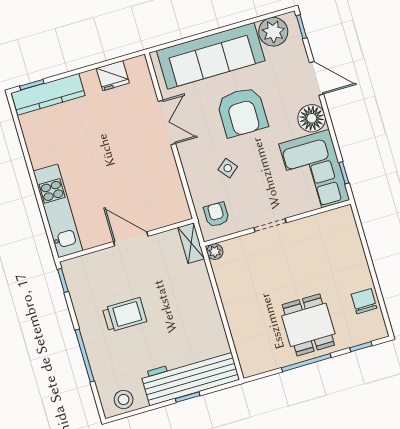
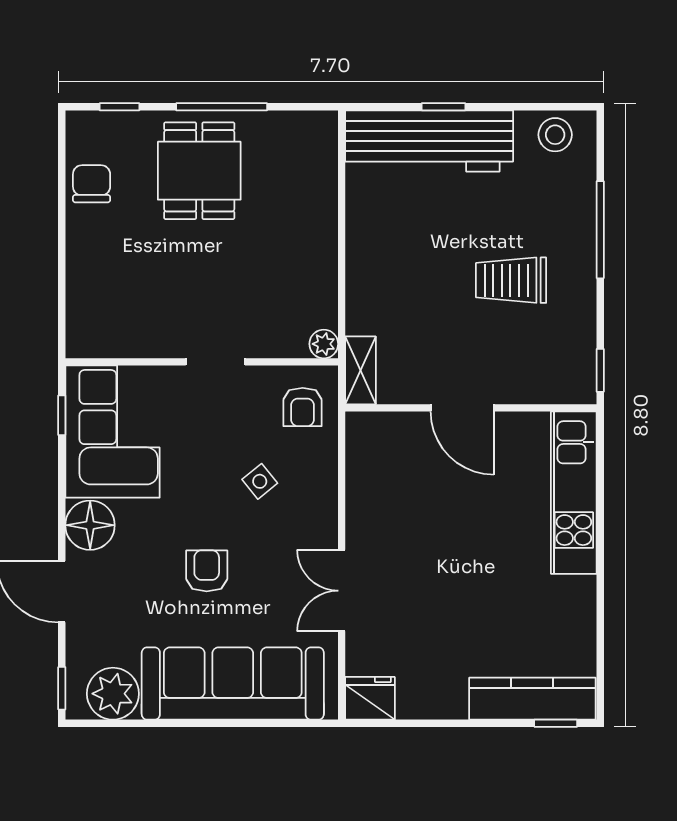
fridge: (113, 76) -> (370, 698), moved
armchair: (242, 112) -> (207, 571), width x0.53, depth x0.53
chair: (364, 301) -> (92, 184), turned 180

